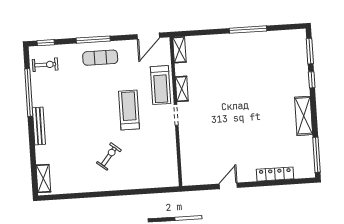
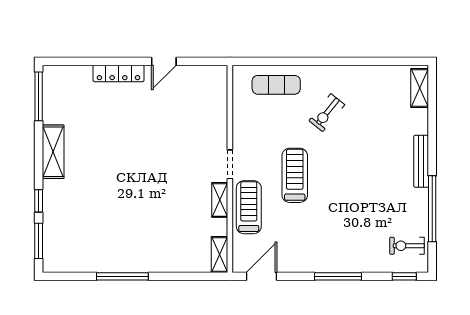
exercise mat: (100, 58) -> (276, 85), moved
treadmill: (129, 110) -> (295, 175), turned 180
locker: (275, 174) -> (118, 73), moved

